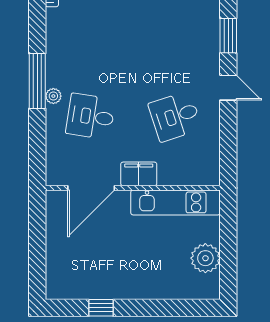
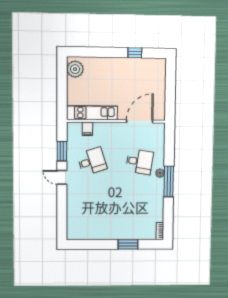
window: (228, 36) -> (62, 151), moved
filing cabinet: (139, 174) -> (87, 129), moved, width x0.50
plant: (205, 258) -> (75, 69), moved

